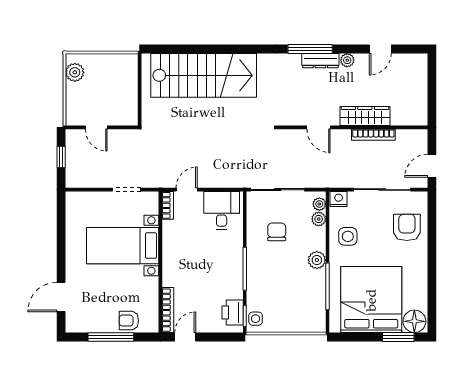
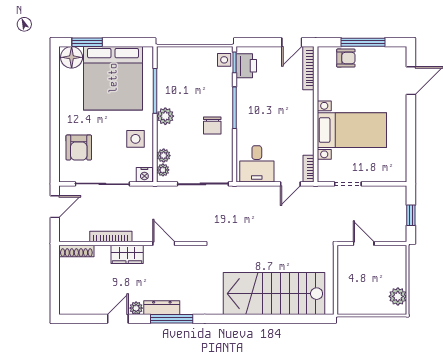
door: (380, 49) -> (118, 319), moved
wardrobe: (365, 116) -> (127, 254), width x0.67
shoe rack: (409, 120) -> (76, 251), added
door: (96, 127) -> (364, 243), moved
chair: (277, 232) -> (212, 126), moved

